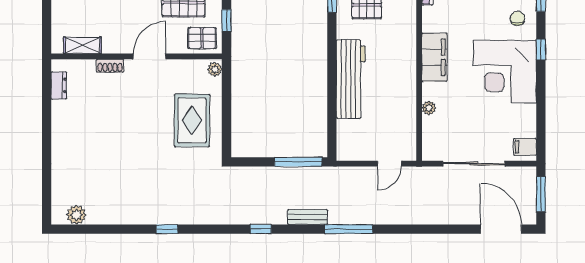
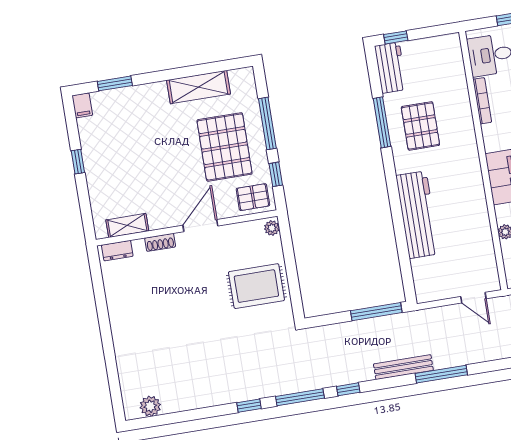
dresser: (59, 86) -> (117, 251), moved, turned 90
rug: (192, 120) -> (256, 286), turned 90
door: (390, 164) -> (473, 298), hinge flipped
bench: (308, 217) -> (403, 367), width x1.36
window: (215, 229) -> (300, 397), added

